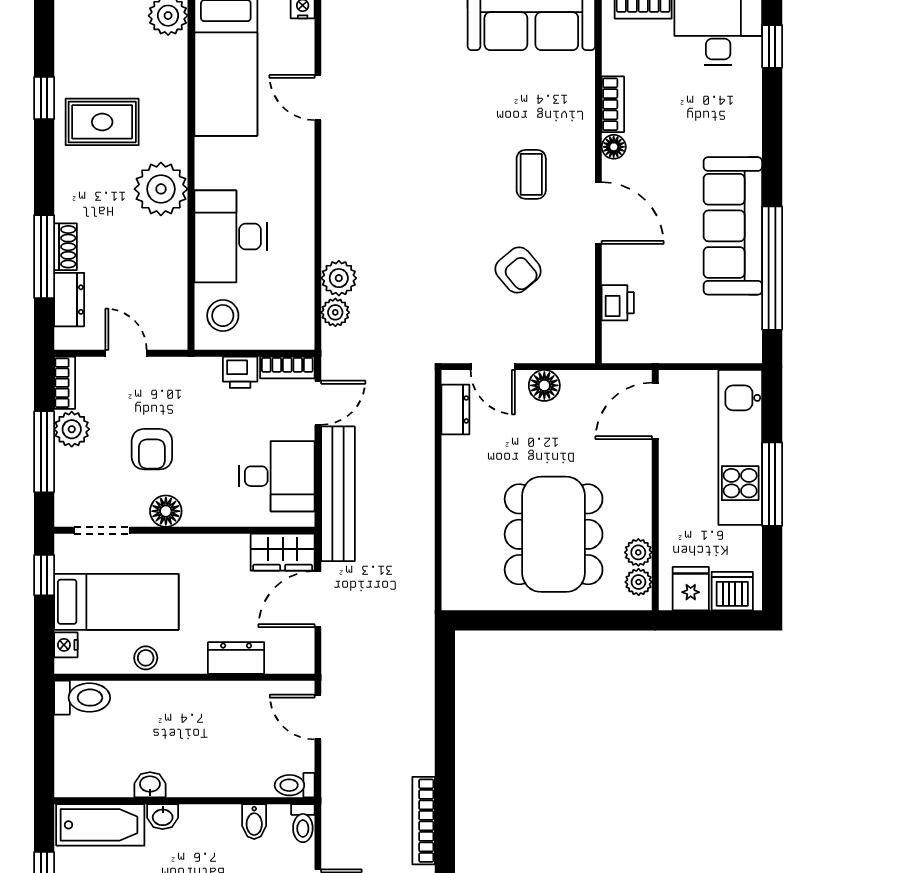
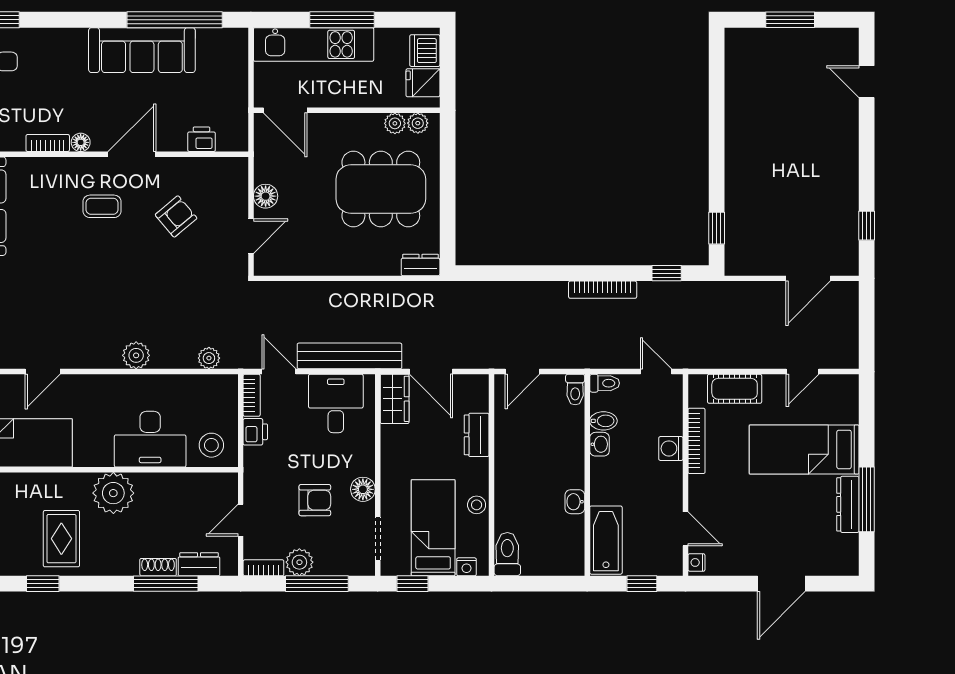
plant: (339, 278) -> (136, 355), moved
dresser: (455, 409) -> (421, 265), moved
washbasin: (163, 817) -> (600, 444), moved

